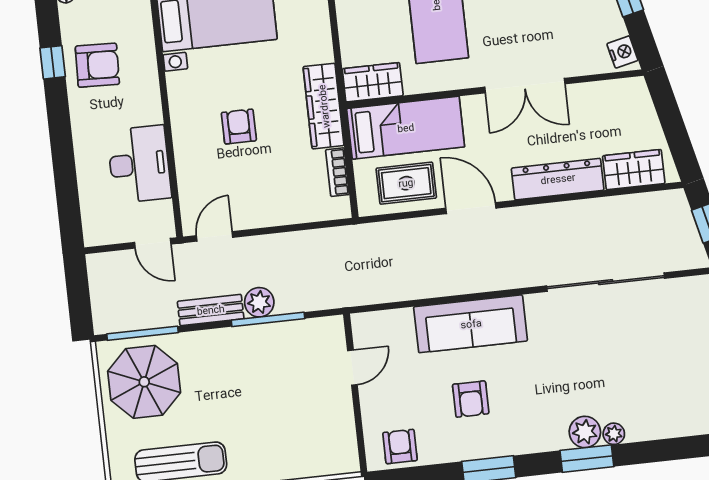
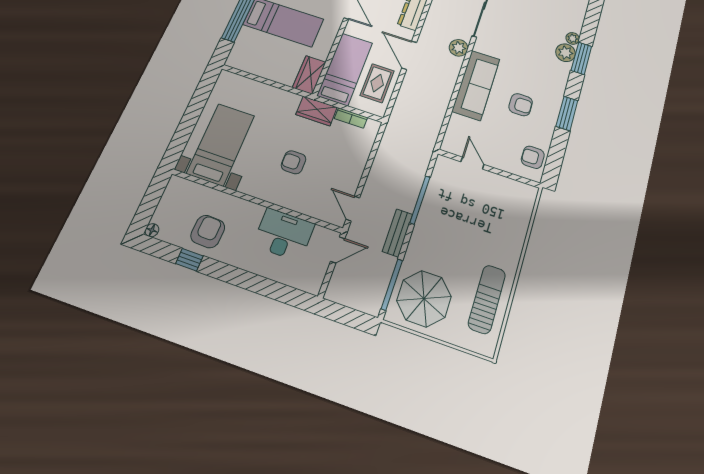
wardrobe: (324, 106) -> (317, 111), width x0.67
door: (471, 208) -> (409, 55), hinge flipped
plant: (259, 302) -> (459, 48), moved

